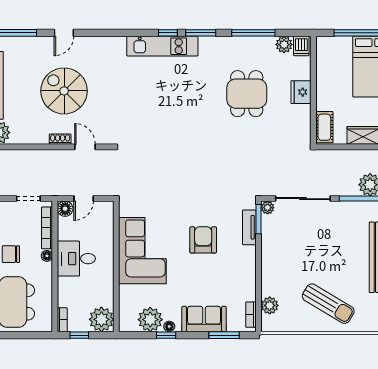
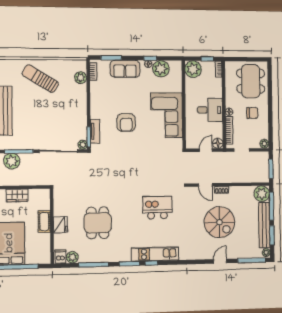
kitchen island: (158, 114) -> (157, 208), added
cot: (324, 127) -> (44, 222), moved

